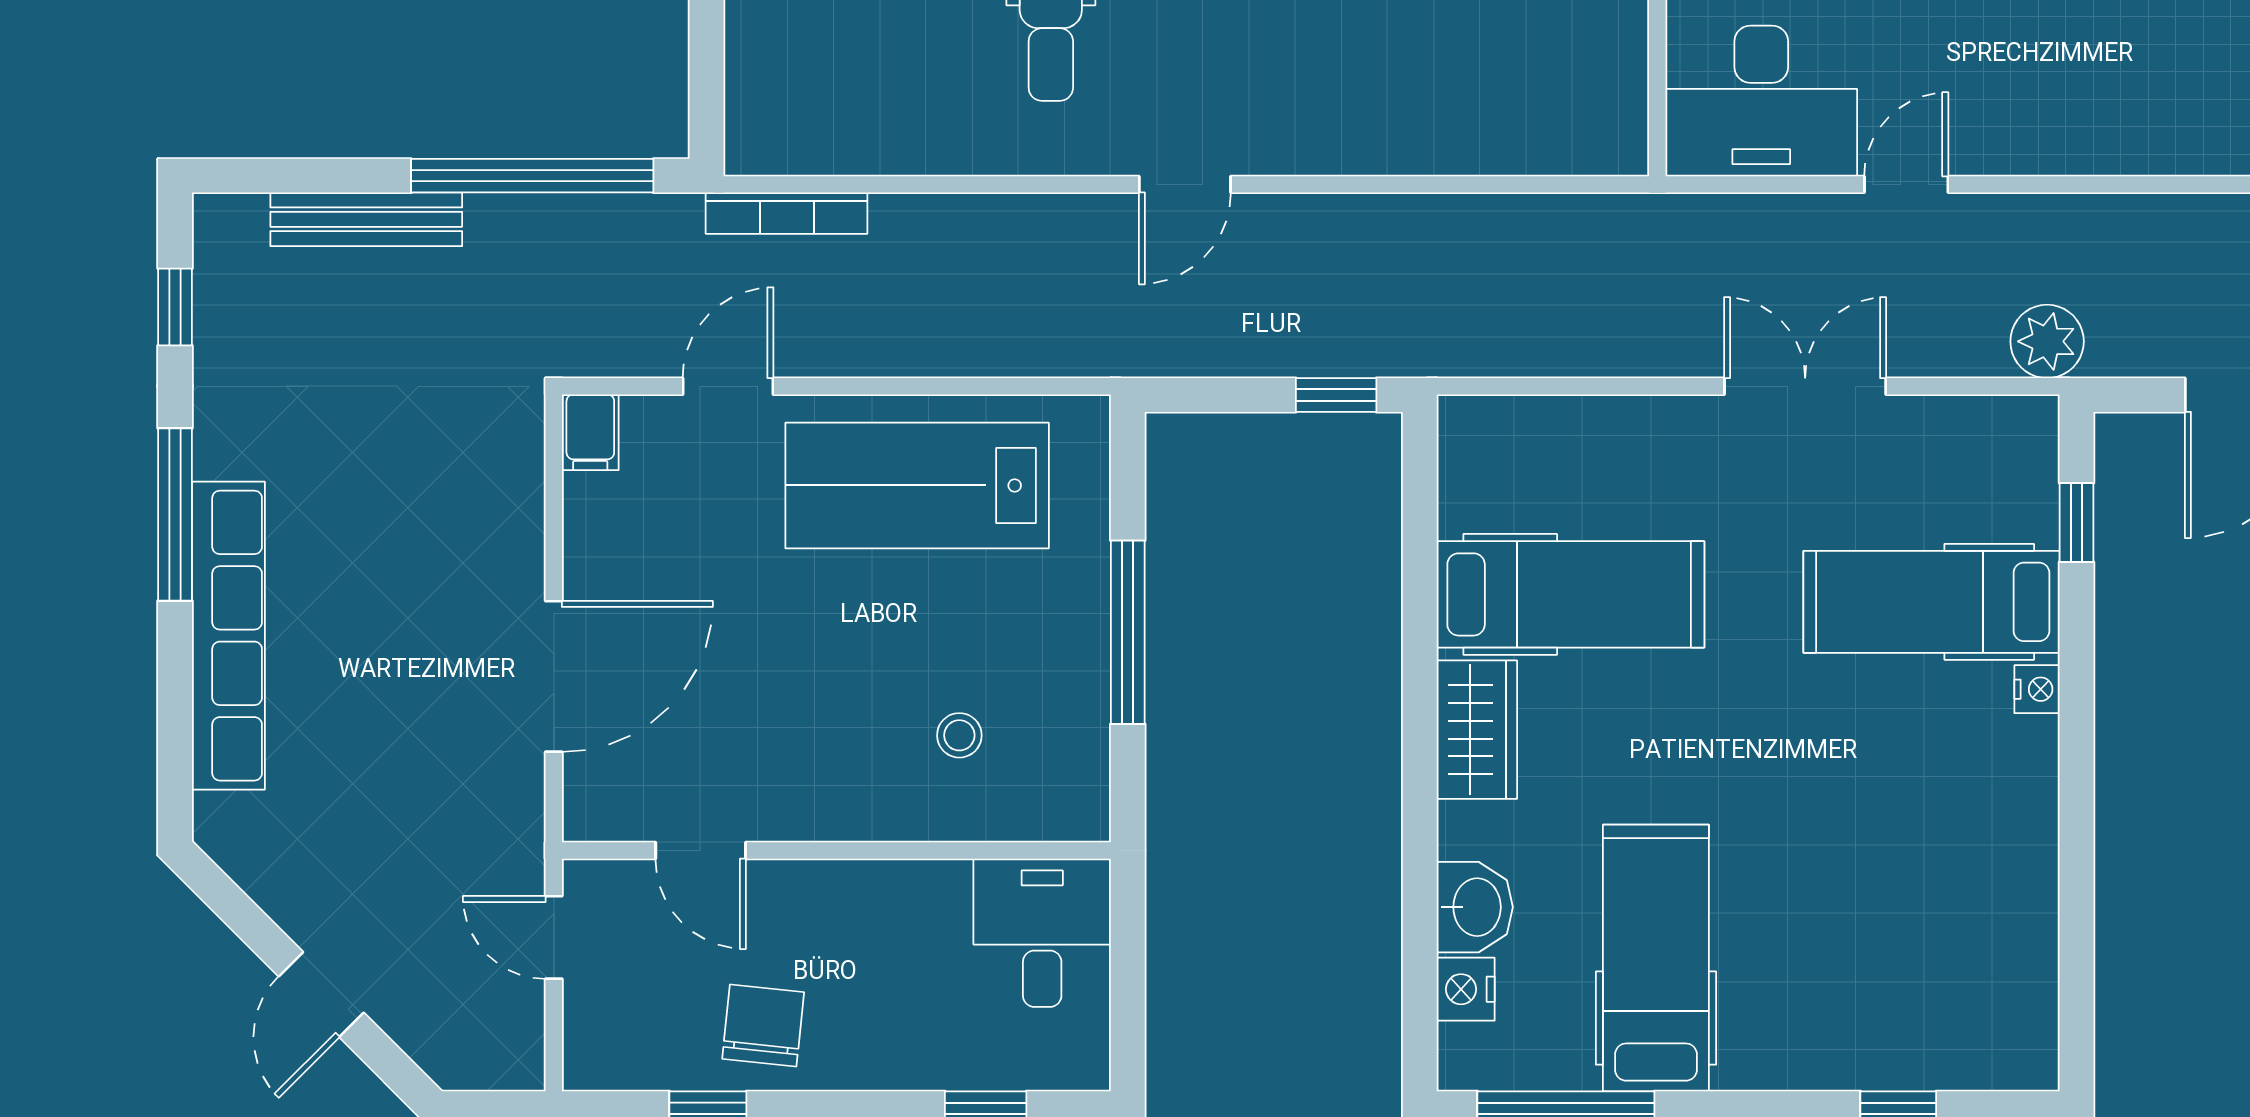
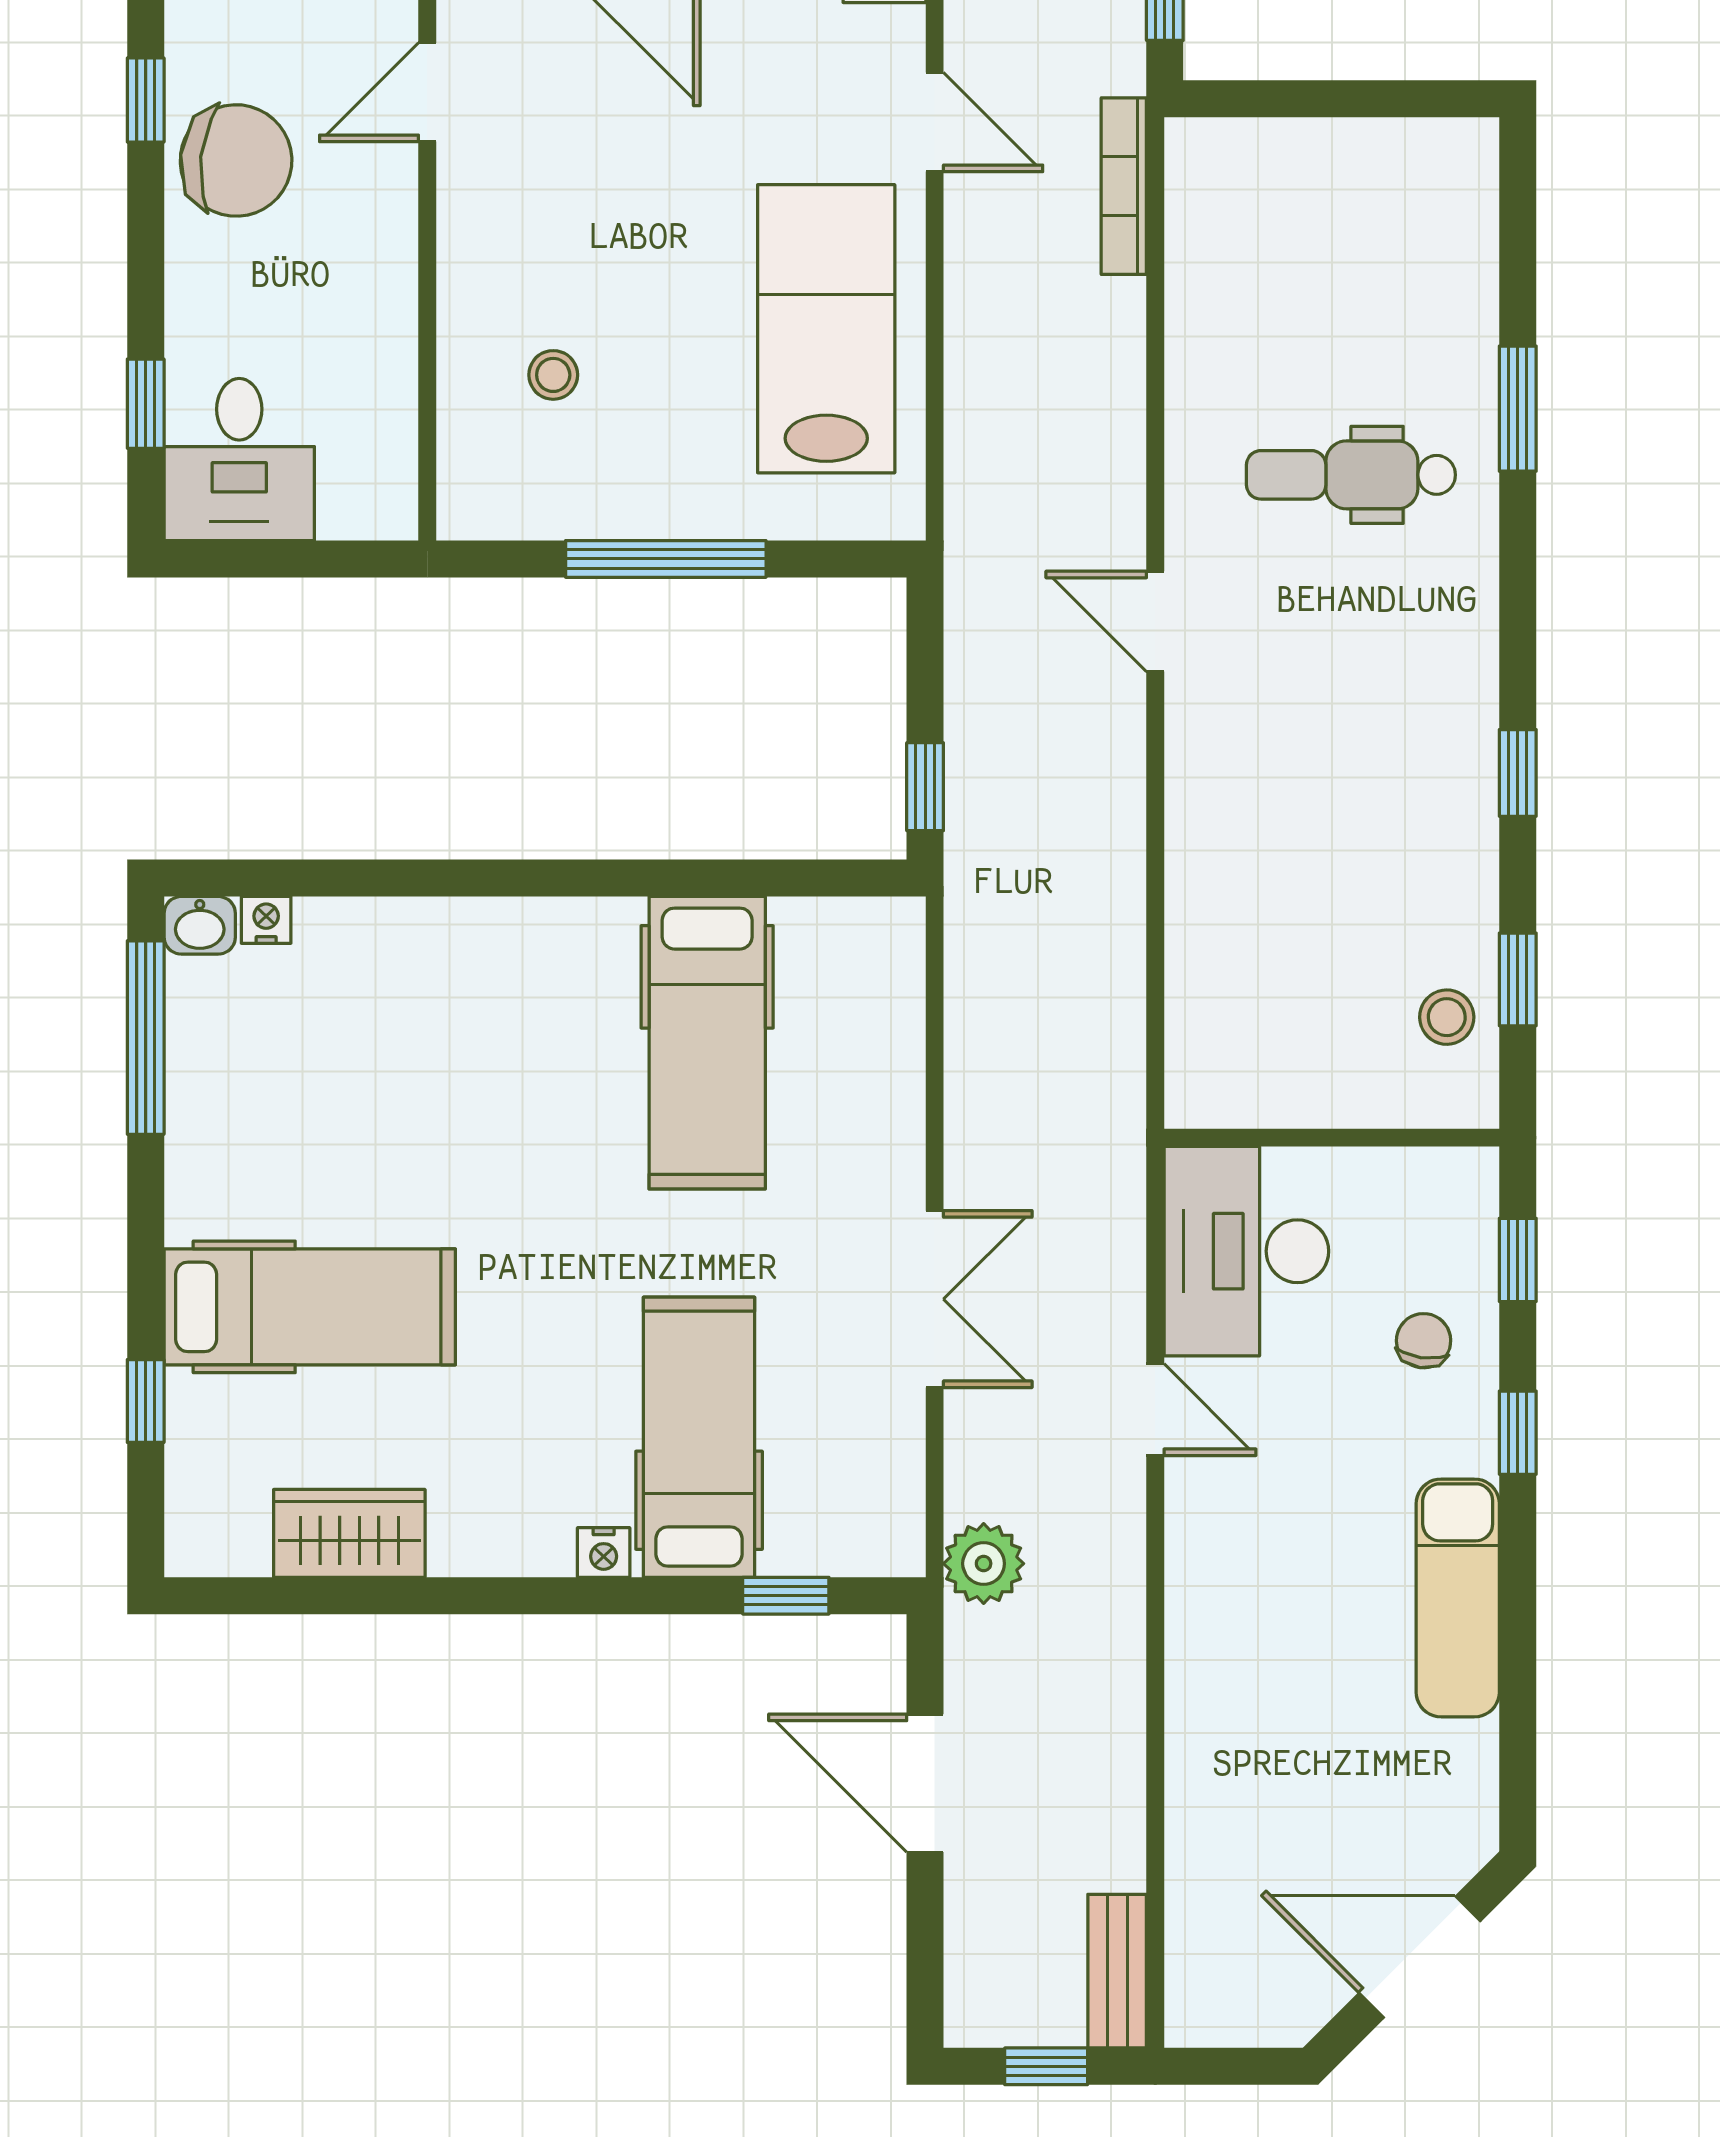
wardrobe: (1477, 730) -> (349, 1533), moved, turned 180
washbasin: (1475, 907) -> (200, 925), moved, width x0.72, depth x0.69
desk: (1042, 933) -> (239, 459), moved, turned 90
hospital bed: (1656, 958) -> (310, 1307), moved
nightstand: (1466, 989) -> (266, 920), width x0.72, depth x0.74
chair: (763, 1026) -> (236, 160), width x1.37, depth x1.37

